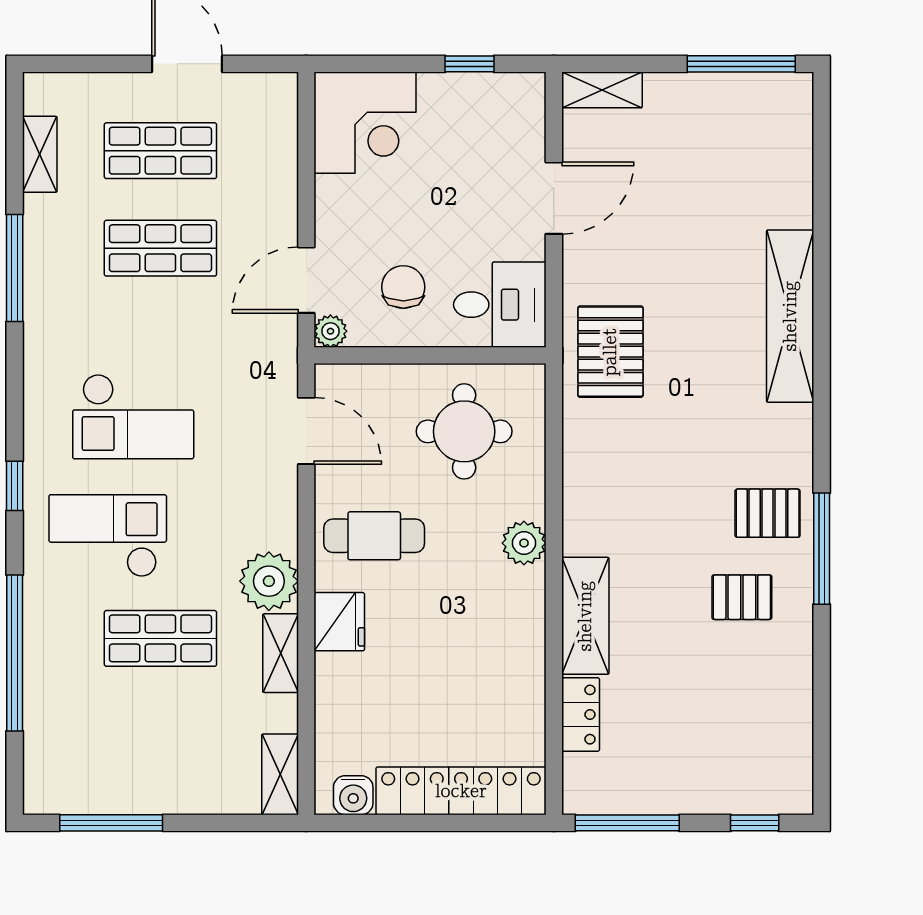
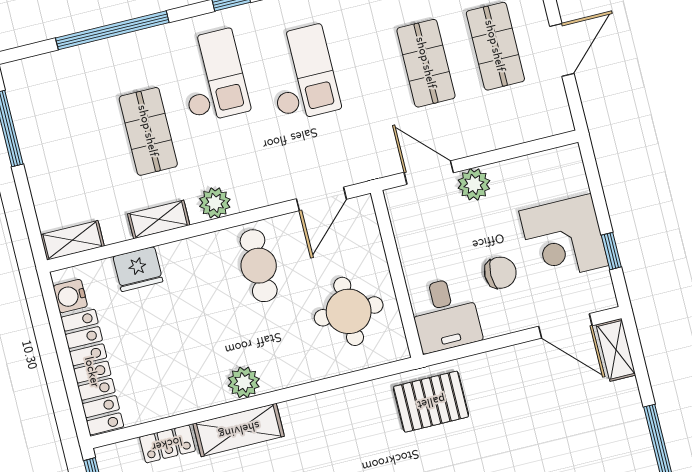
corner desk: (365, 123) -> (564, 238), moved
door: (554, 198) -> (565, 326), moved
chair: (403, 287) -> (500, 273), moved
plant: (330, 331) -> (474, 184), moved, width x1.38, depth x1.38
checkout: (133, 417) -> (301, 73), turned 180
plant: (524, 543) -> (244, 382), moved
plant: (269, 581) -> (215, 203), width x0.73, depth x0.73
fridge: (339, 622) -> (138, 269), moved

